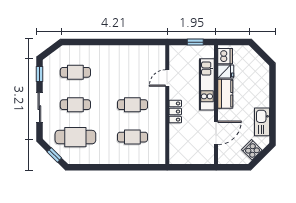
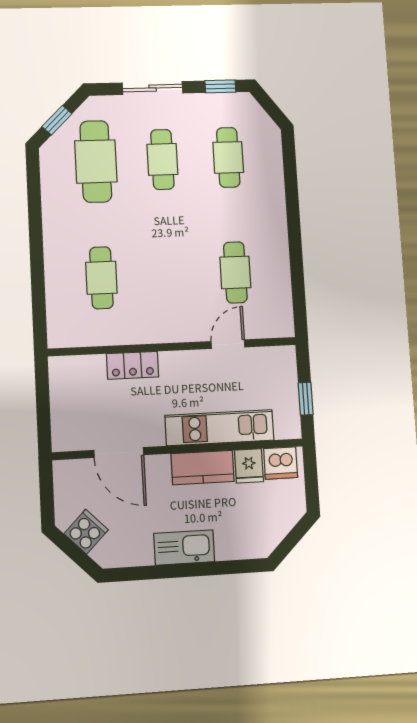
door: (167, 78) -> (228, 344), hinge flipped
cafe table: (132, 105) -> (235, 272), moved
locker: (175, 112) -> (133, 365), moved
kitchen sink: (262, 122) -> (184, 547), moved

